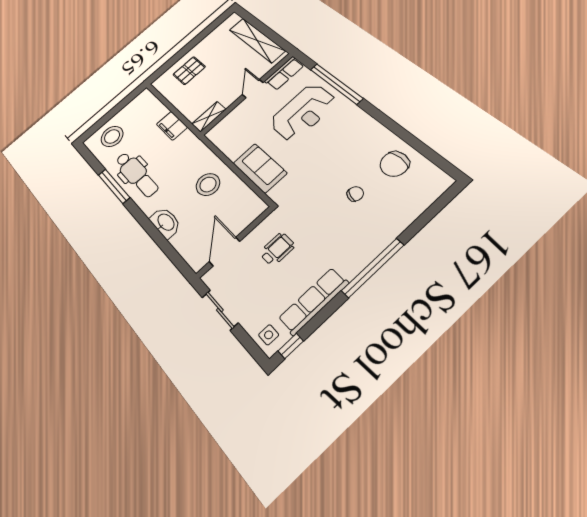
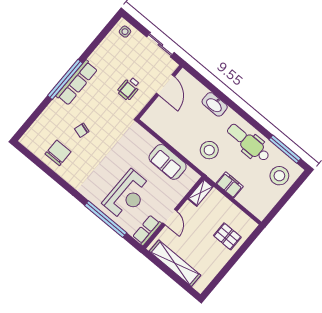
pallet: (189, 71) -> (227, 236), turned 90
reception desk: (303, 112) -> (127, 195), turned 180
sofa: (260, 168) -> (168, 162), moved
stool: (208, 184) -> (209, 150), moved
window: (114, 186) -> (285, 149), moved
row of seats: (313, 301) -> (77, 83), moved
window: (291, 346) -> (110, 26), removed

